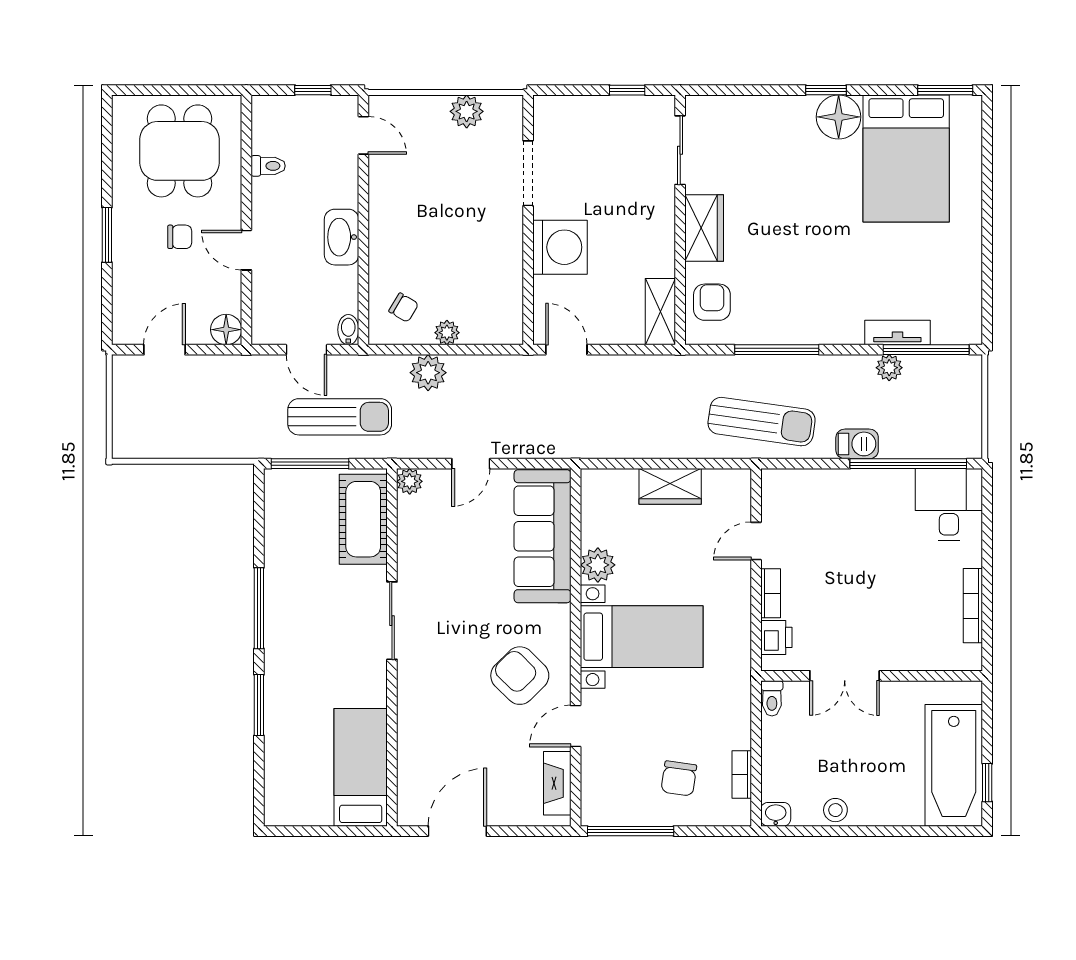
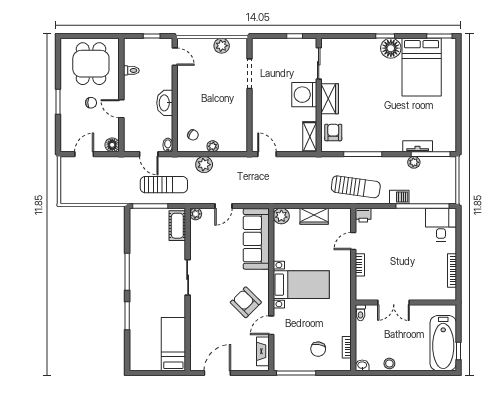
washing machine: (560, 247) -> (304, 95), moved, turned 180
cot: (363, 519) -> (177, 226), width x0.73, depth x0.75
plant: (598, 565) -> (281, 216), moved
printer: (776, 637) -> (363, 215), moved, turned 90

